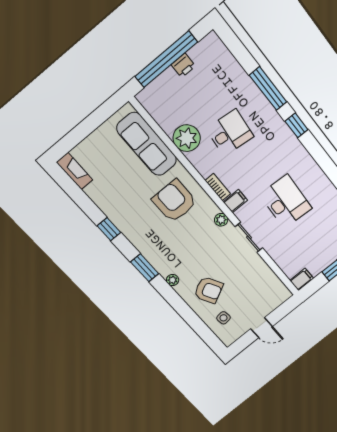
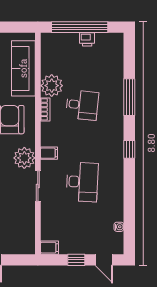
window: (296, 125) -> (129, 149), moved
bookcase: (218, 187) -> (45, 109), moved
plant: (221, 220) -> (24, 158), width x1.87, depth x1.87

